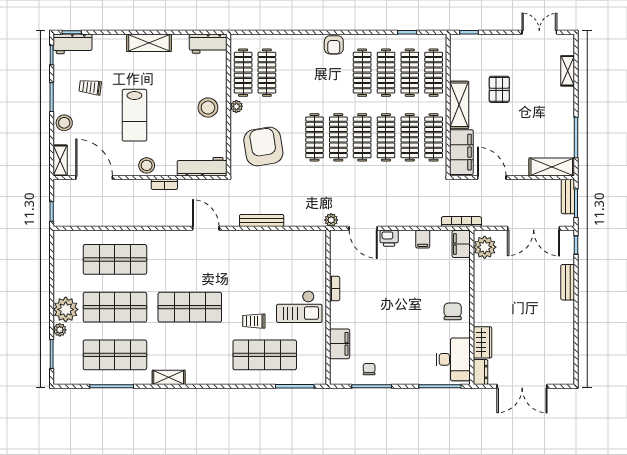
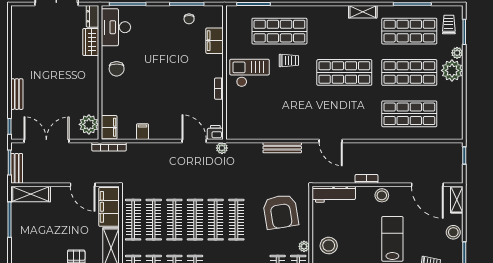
printer: (389, 238) -> (215, 132), moved
trolley: (69, 363) -> (449, 24), added

